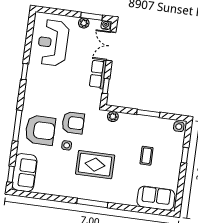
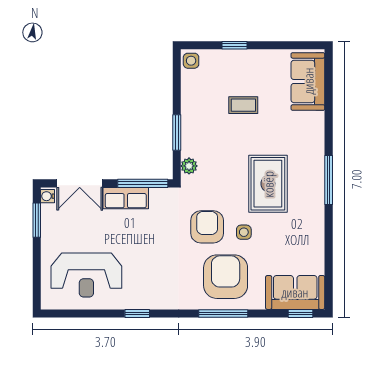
plant: (84, 23) -> (49, 231), removed
window: (106, 86) -> (143, 183), width x2.17
window: (148, 113) -> (177, 132), moved

